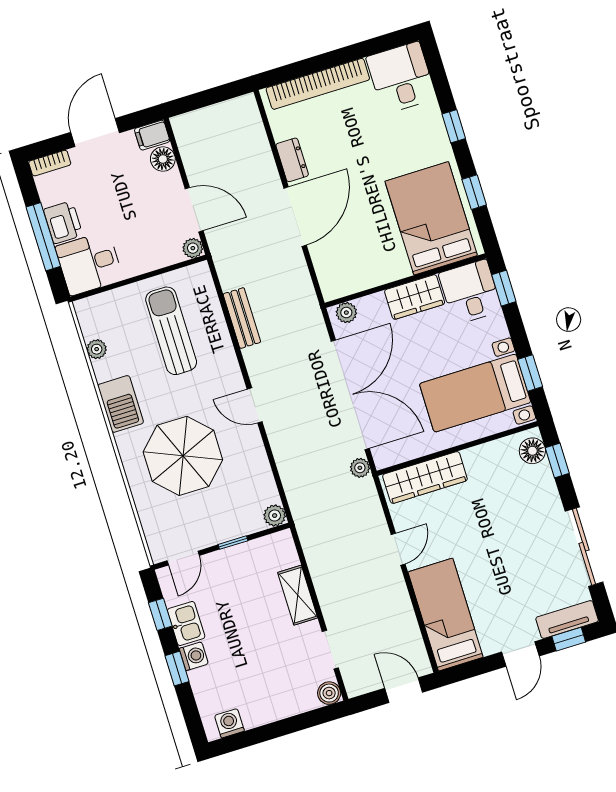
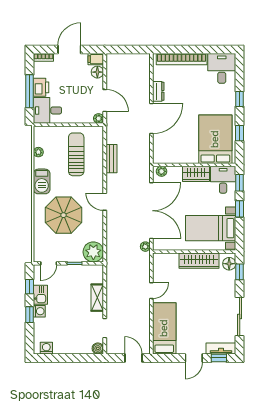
window: (530, 373) -> (240, 209), moved
wardrobe: (425, 477) -> (199, 261), moved
plant: (275, 516) -> (93, 252), width x1.88, depth x1.88

